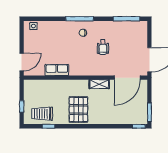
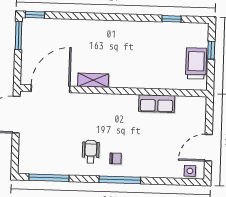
wheelchair: (103, 47) -> (91, 152), moved
door: (22, 62) -> (208, 148), moved
pallet: (78, 109) -> (126, 43), removed
trolley: (42, 114) -> (196, 63), moved, turned -90

